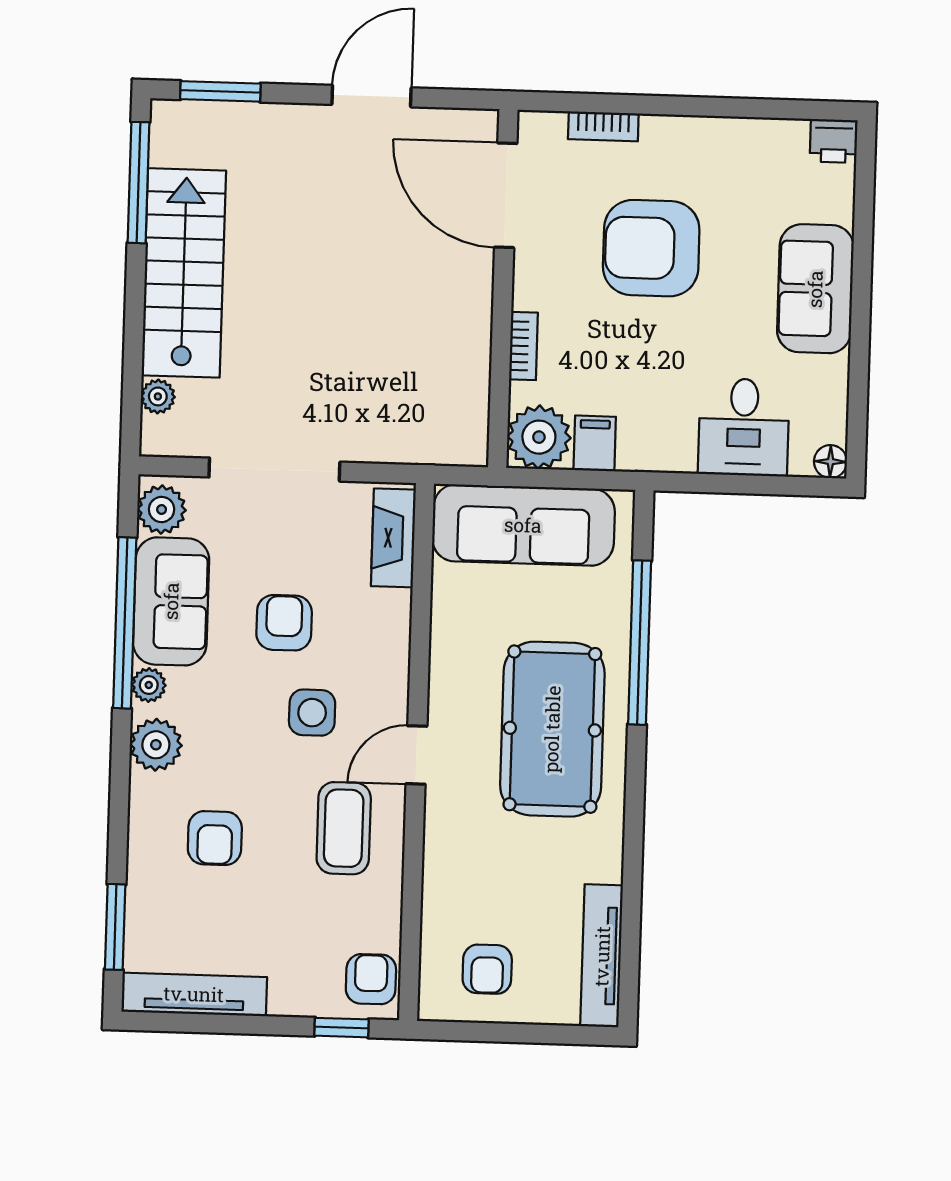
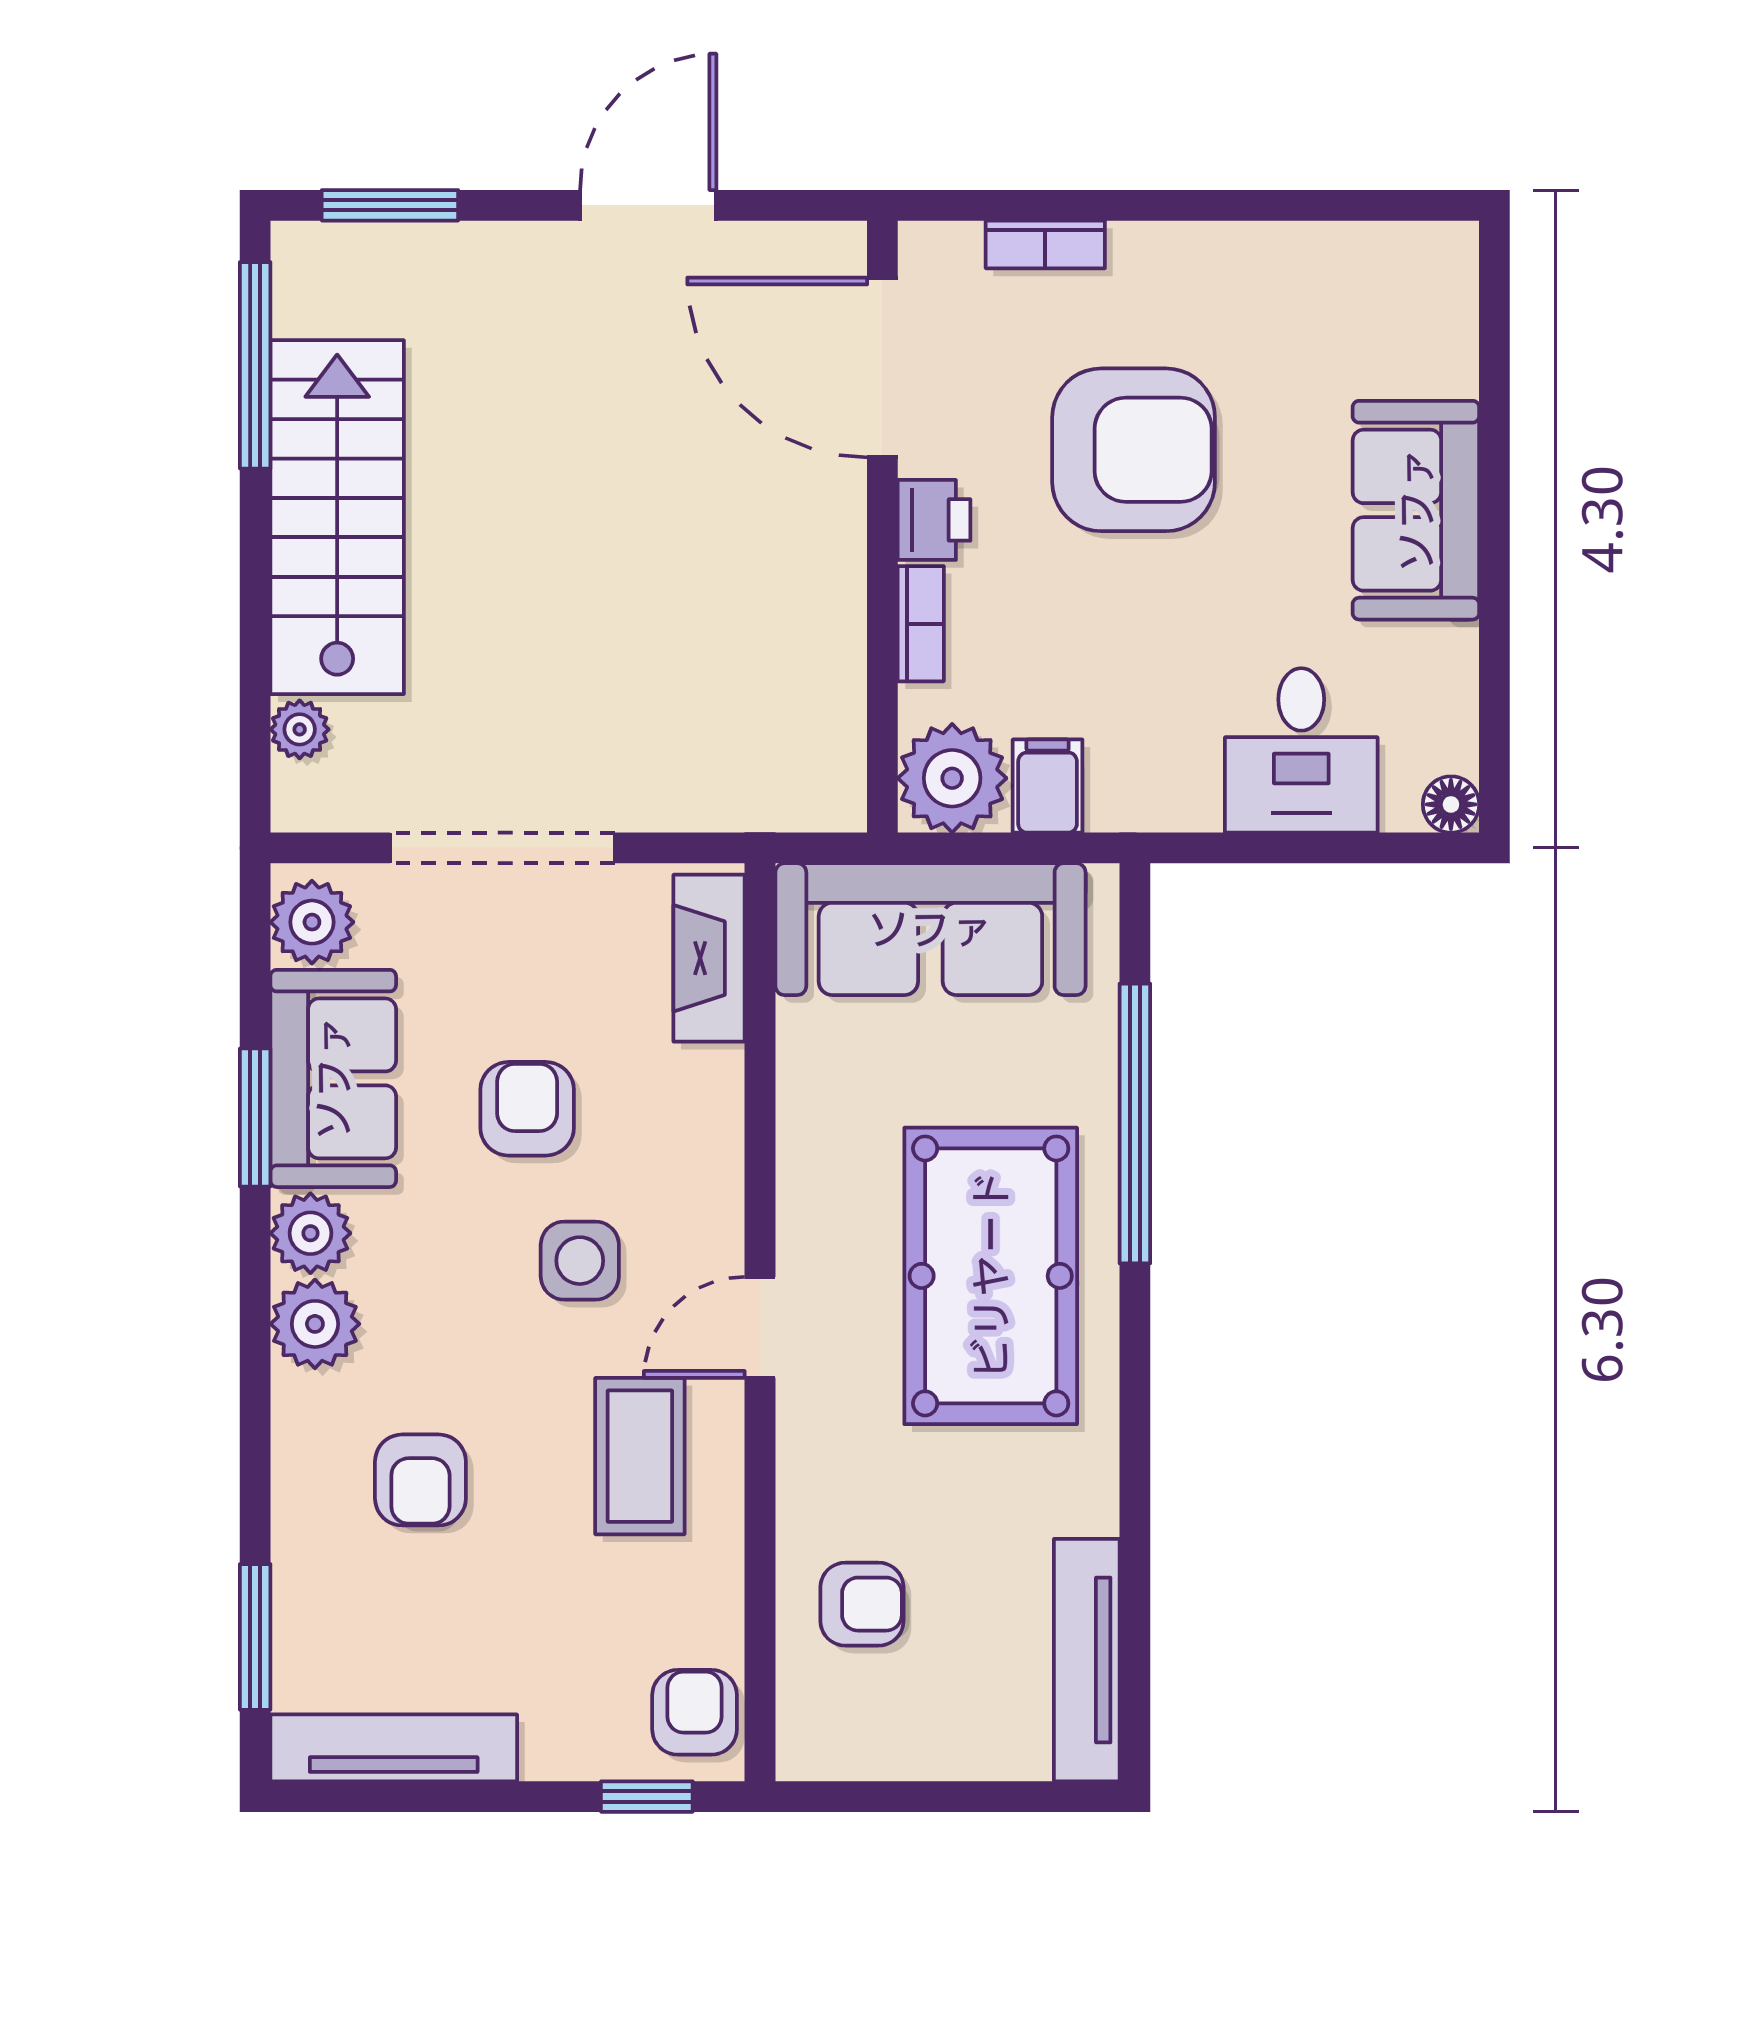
printer: (834, 141) -> (934, 520), moved, turned -90
armchair: (651, 248) -> (1134, 450), turned 180
window: (125, 623) -> (255, 1118), width x0.47
plant: (149, 685) -> (310, 1233), width x1.38, depth x1.38
armchair: (487, 969) -> (862, 1604), moved, turned -90

